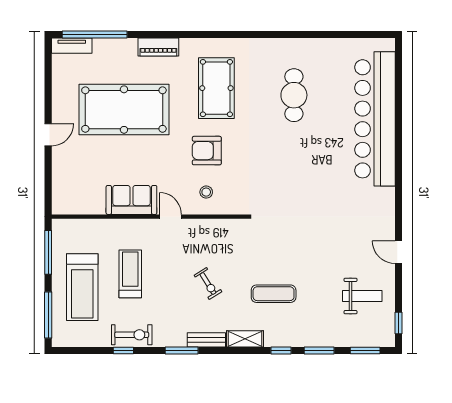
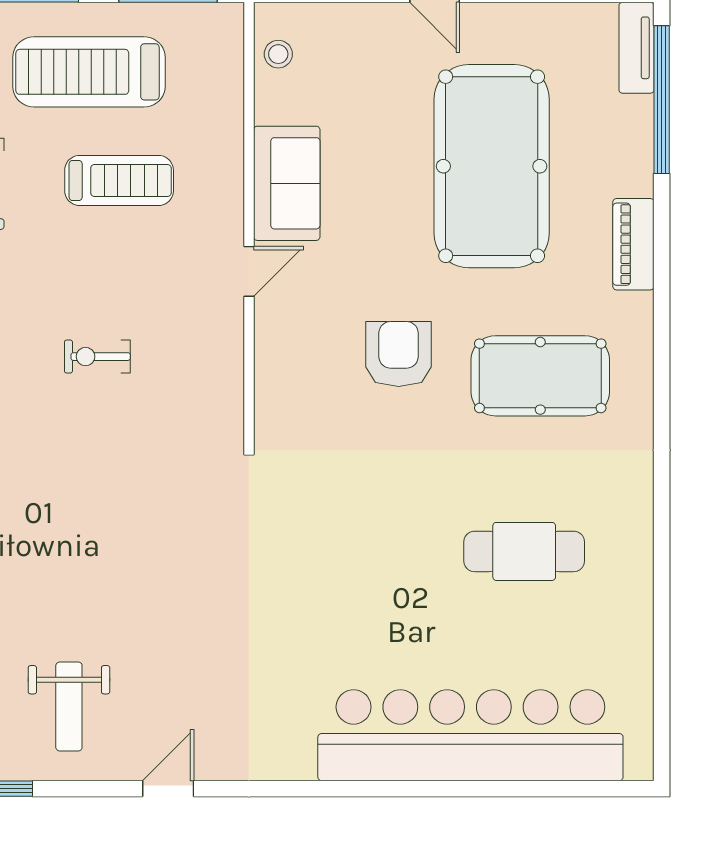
stool: (206, 192) -> (278, 54), moved
exercise bike: (208, 283) -> (97, 357), turned 32
exercise mat: (274, 294) -> (74, 505), removed

